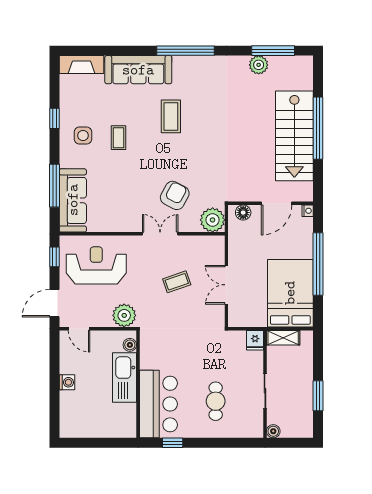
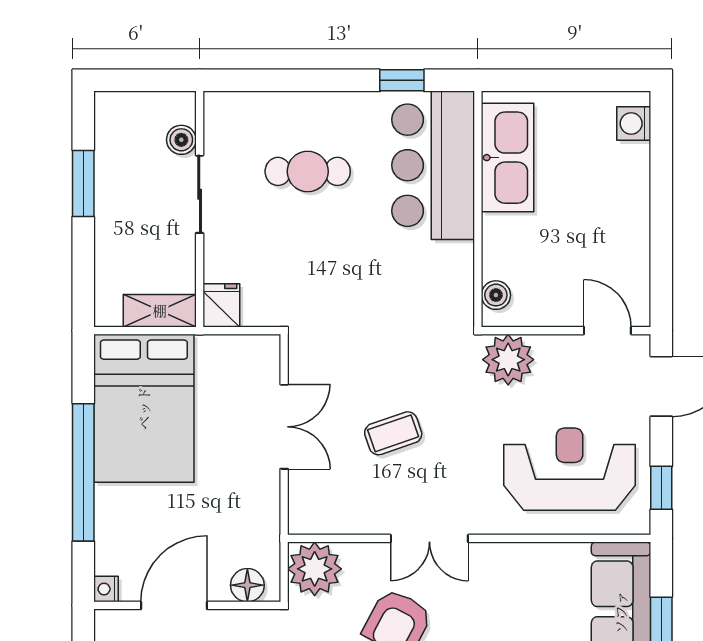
reception desk: (96, 265) -> (570, 469), turned 180
kitchen sink: (124, 378) -> (508, 158), moved
washing machine: (67, 382) -> (634, 123), moved
cafe table: (216, 401) -> (308, 171), turned 90
boiler: (273, 431) -> (181, 140), moved

